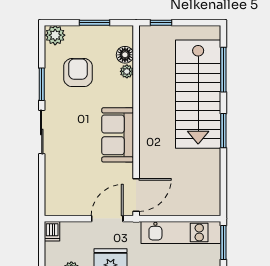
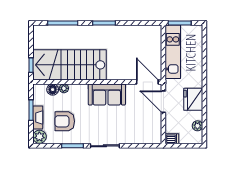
fireplace: (84, 33) -> (38, 118), added
stairs: (198, 94) -> (69, 65), moved, turned 180

